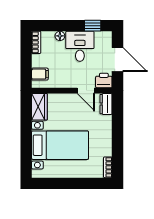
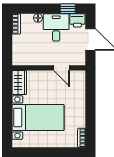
filing cabinet: (40, 74) -> (20, 53), removed
printer: (104, 80) -> (77, 20), moved, turned 180
dresser: (106, 104) -> (80, 80), removed

